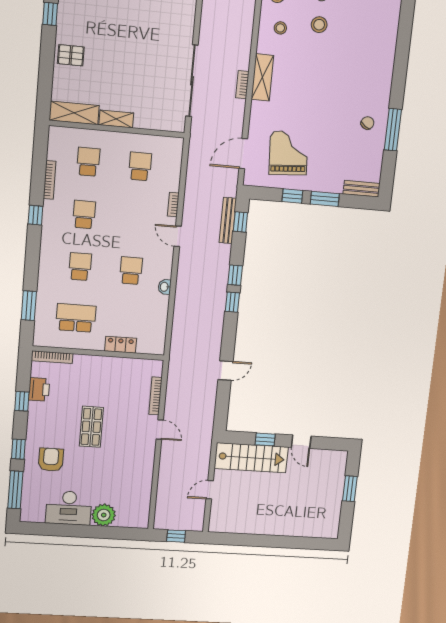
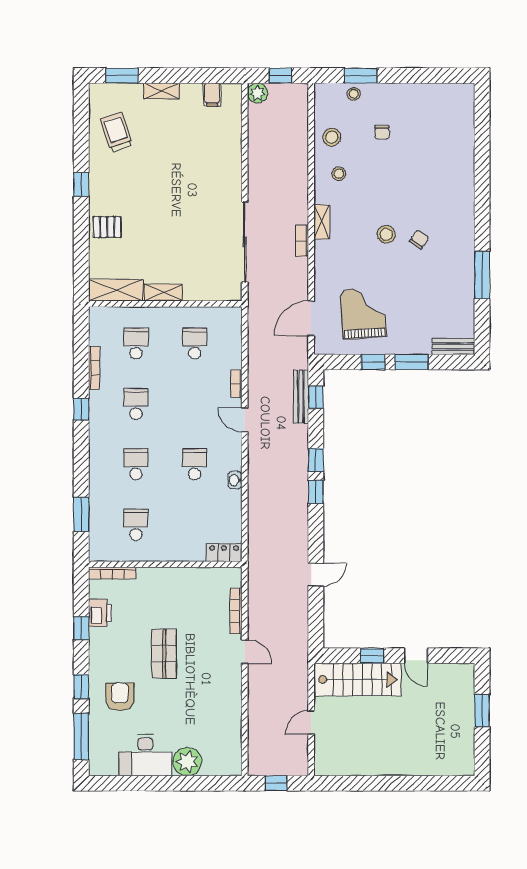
stool: (319, 25) -> (386, 234), moved
shelving: (262, 77) -> (322, 222), width x0.67, depth x0.75
chair: (367, 123) -> (419, 239), moved
school desk: (76, 318) -> (136, 525), width x0.54
locker: (121, 345) -> (224, 552), moved

